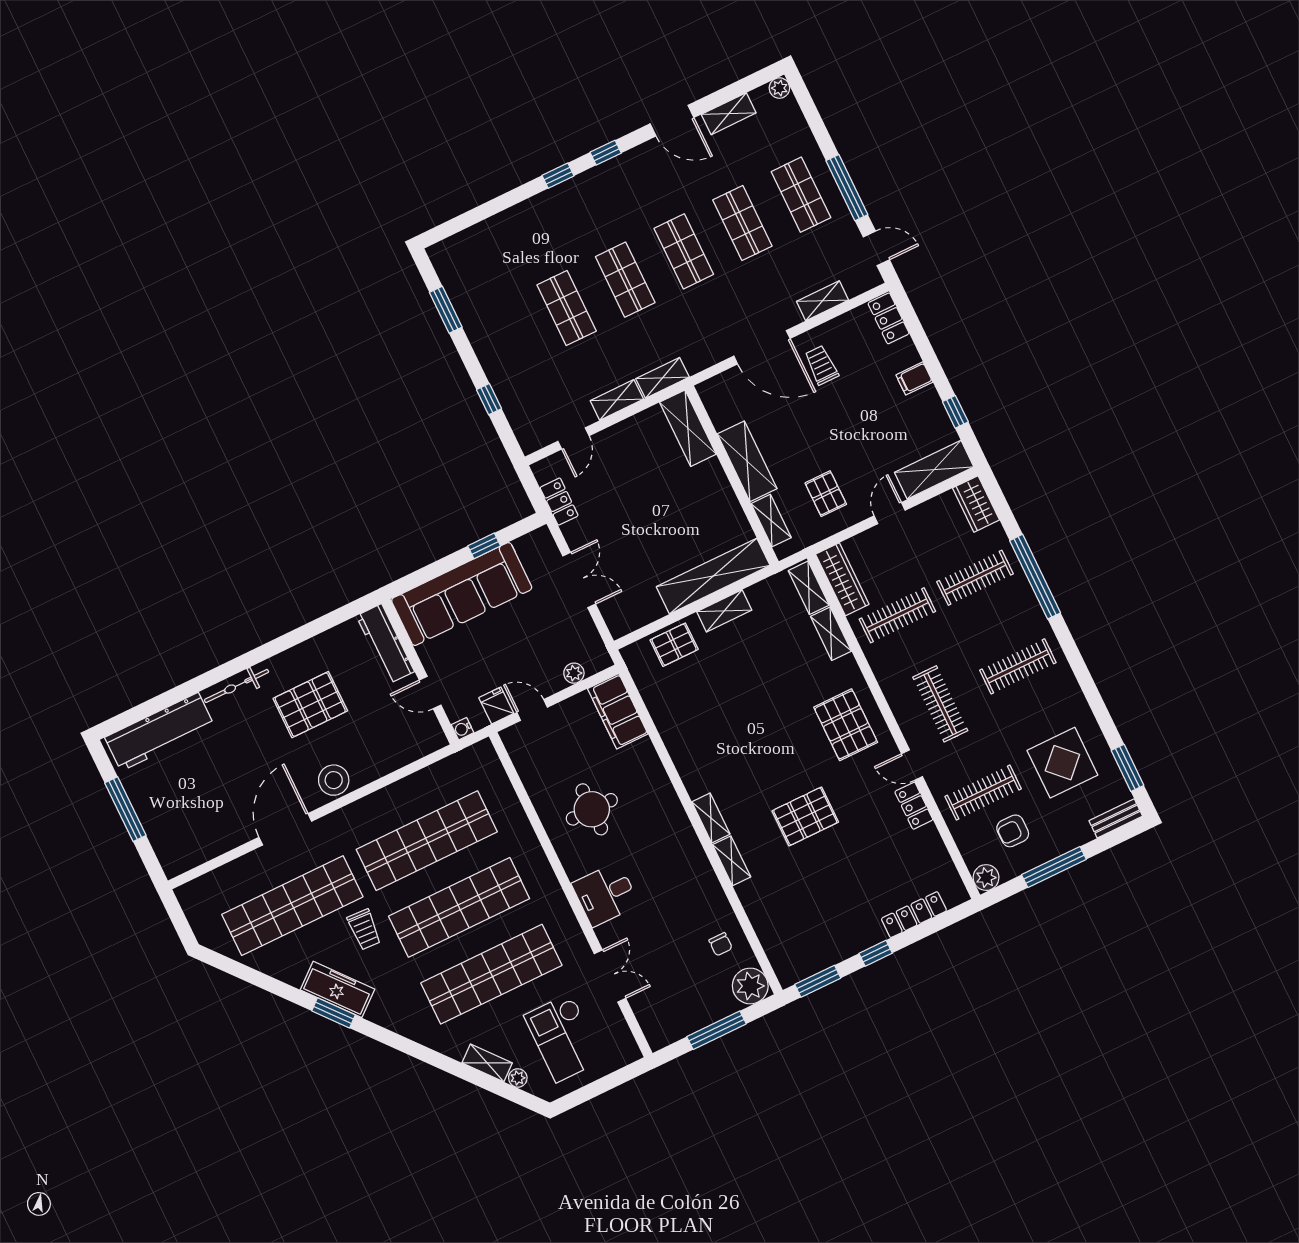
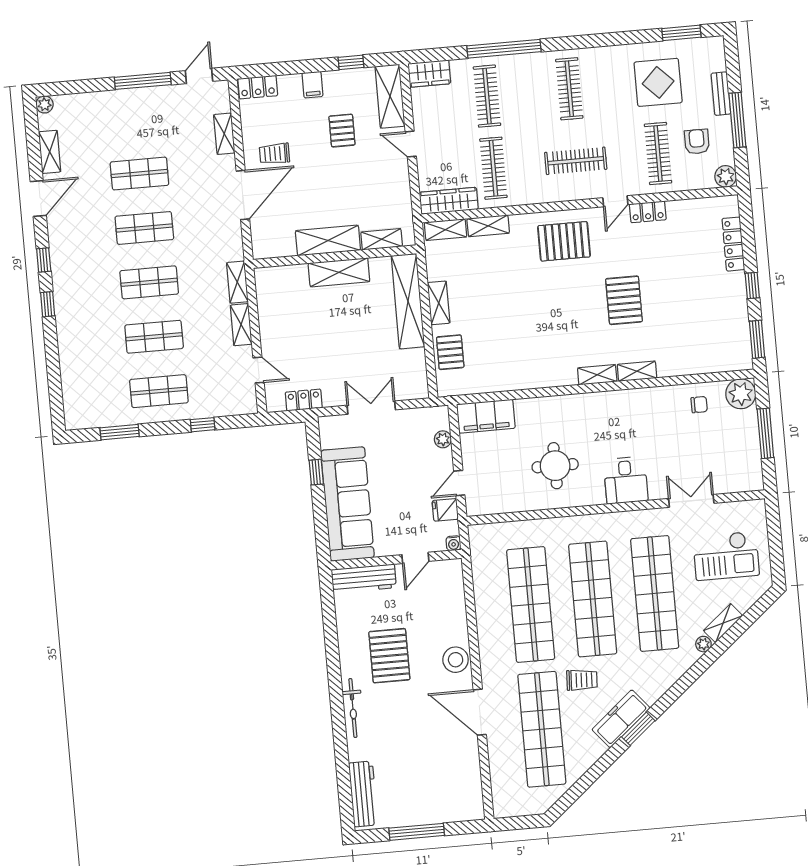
shop shelf: (801, 195) -> (159, 391), moved
shelving: (688, 428) -> (339, 272), moved
pallet: (826, 494) -> (342, 131), moved, turned 90
workbench: (160, 732) -> (363, 794), width x0.73, depth x0.76
bench: (1116, 818) -> (721, 94), moved
armchair: (1013, 831) -> (697, 142), turned 180
plant: (518, 1078) -> (703, 644), moved

